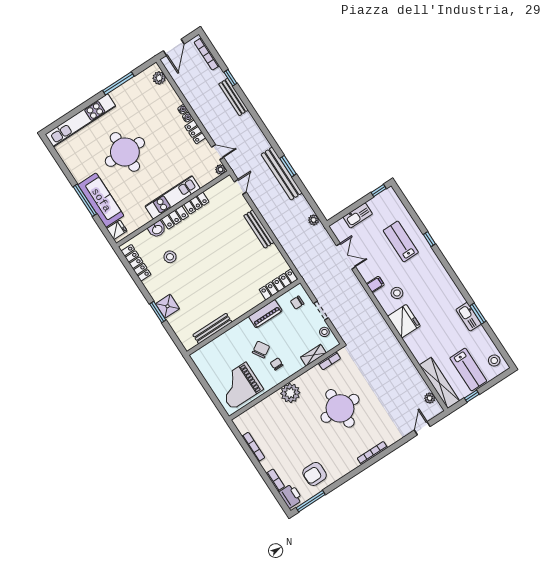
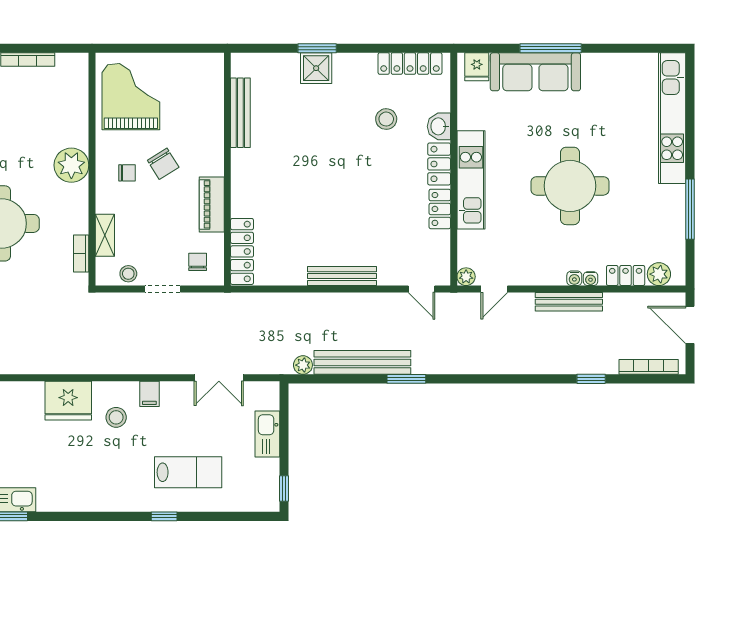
bench: (234, 97) -> (569, 302), moved
locker: (195, 132) -> (626, 276), moved
round table: (125, 152) -> (570, 186), moved
bench: (282, 174) -> (362, 362), moved

